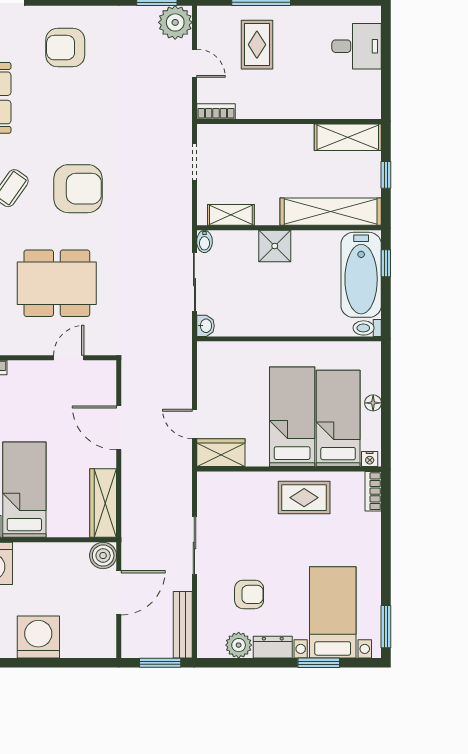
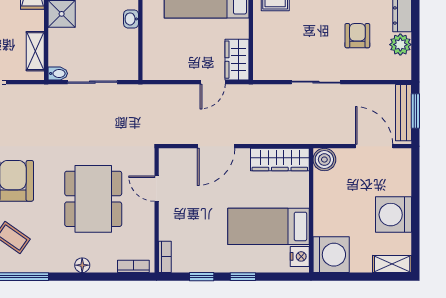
washbasin: (205, 326) -> (131, 19), moved, turned -90
door: (119, 593) -> (374, 146), moved
bench: (183, 625) -> (403, 113), moved, turned 90

